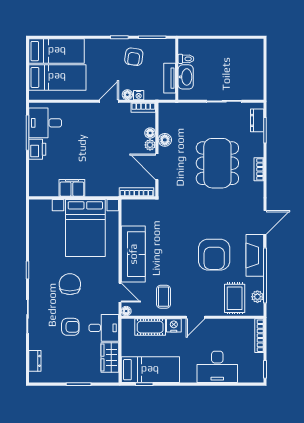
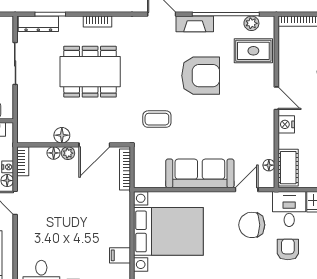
dresser: (257, 120) -> (38, 24), width x1.44
filing cabinet: (72, 188) -> (120, 255), width x0.50
fireplace: (255, 255) -> (195, 24), width x0.73, depth x0.76
chair: (70, 284) -> (252, 225), moved
coffee table: (163, 297) -> (157, 119), moved
floor lamp: (126, 311) -> (269, 165), moved
cot: (150, 327) -> (288, 168), moved

